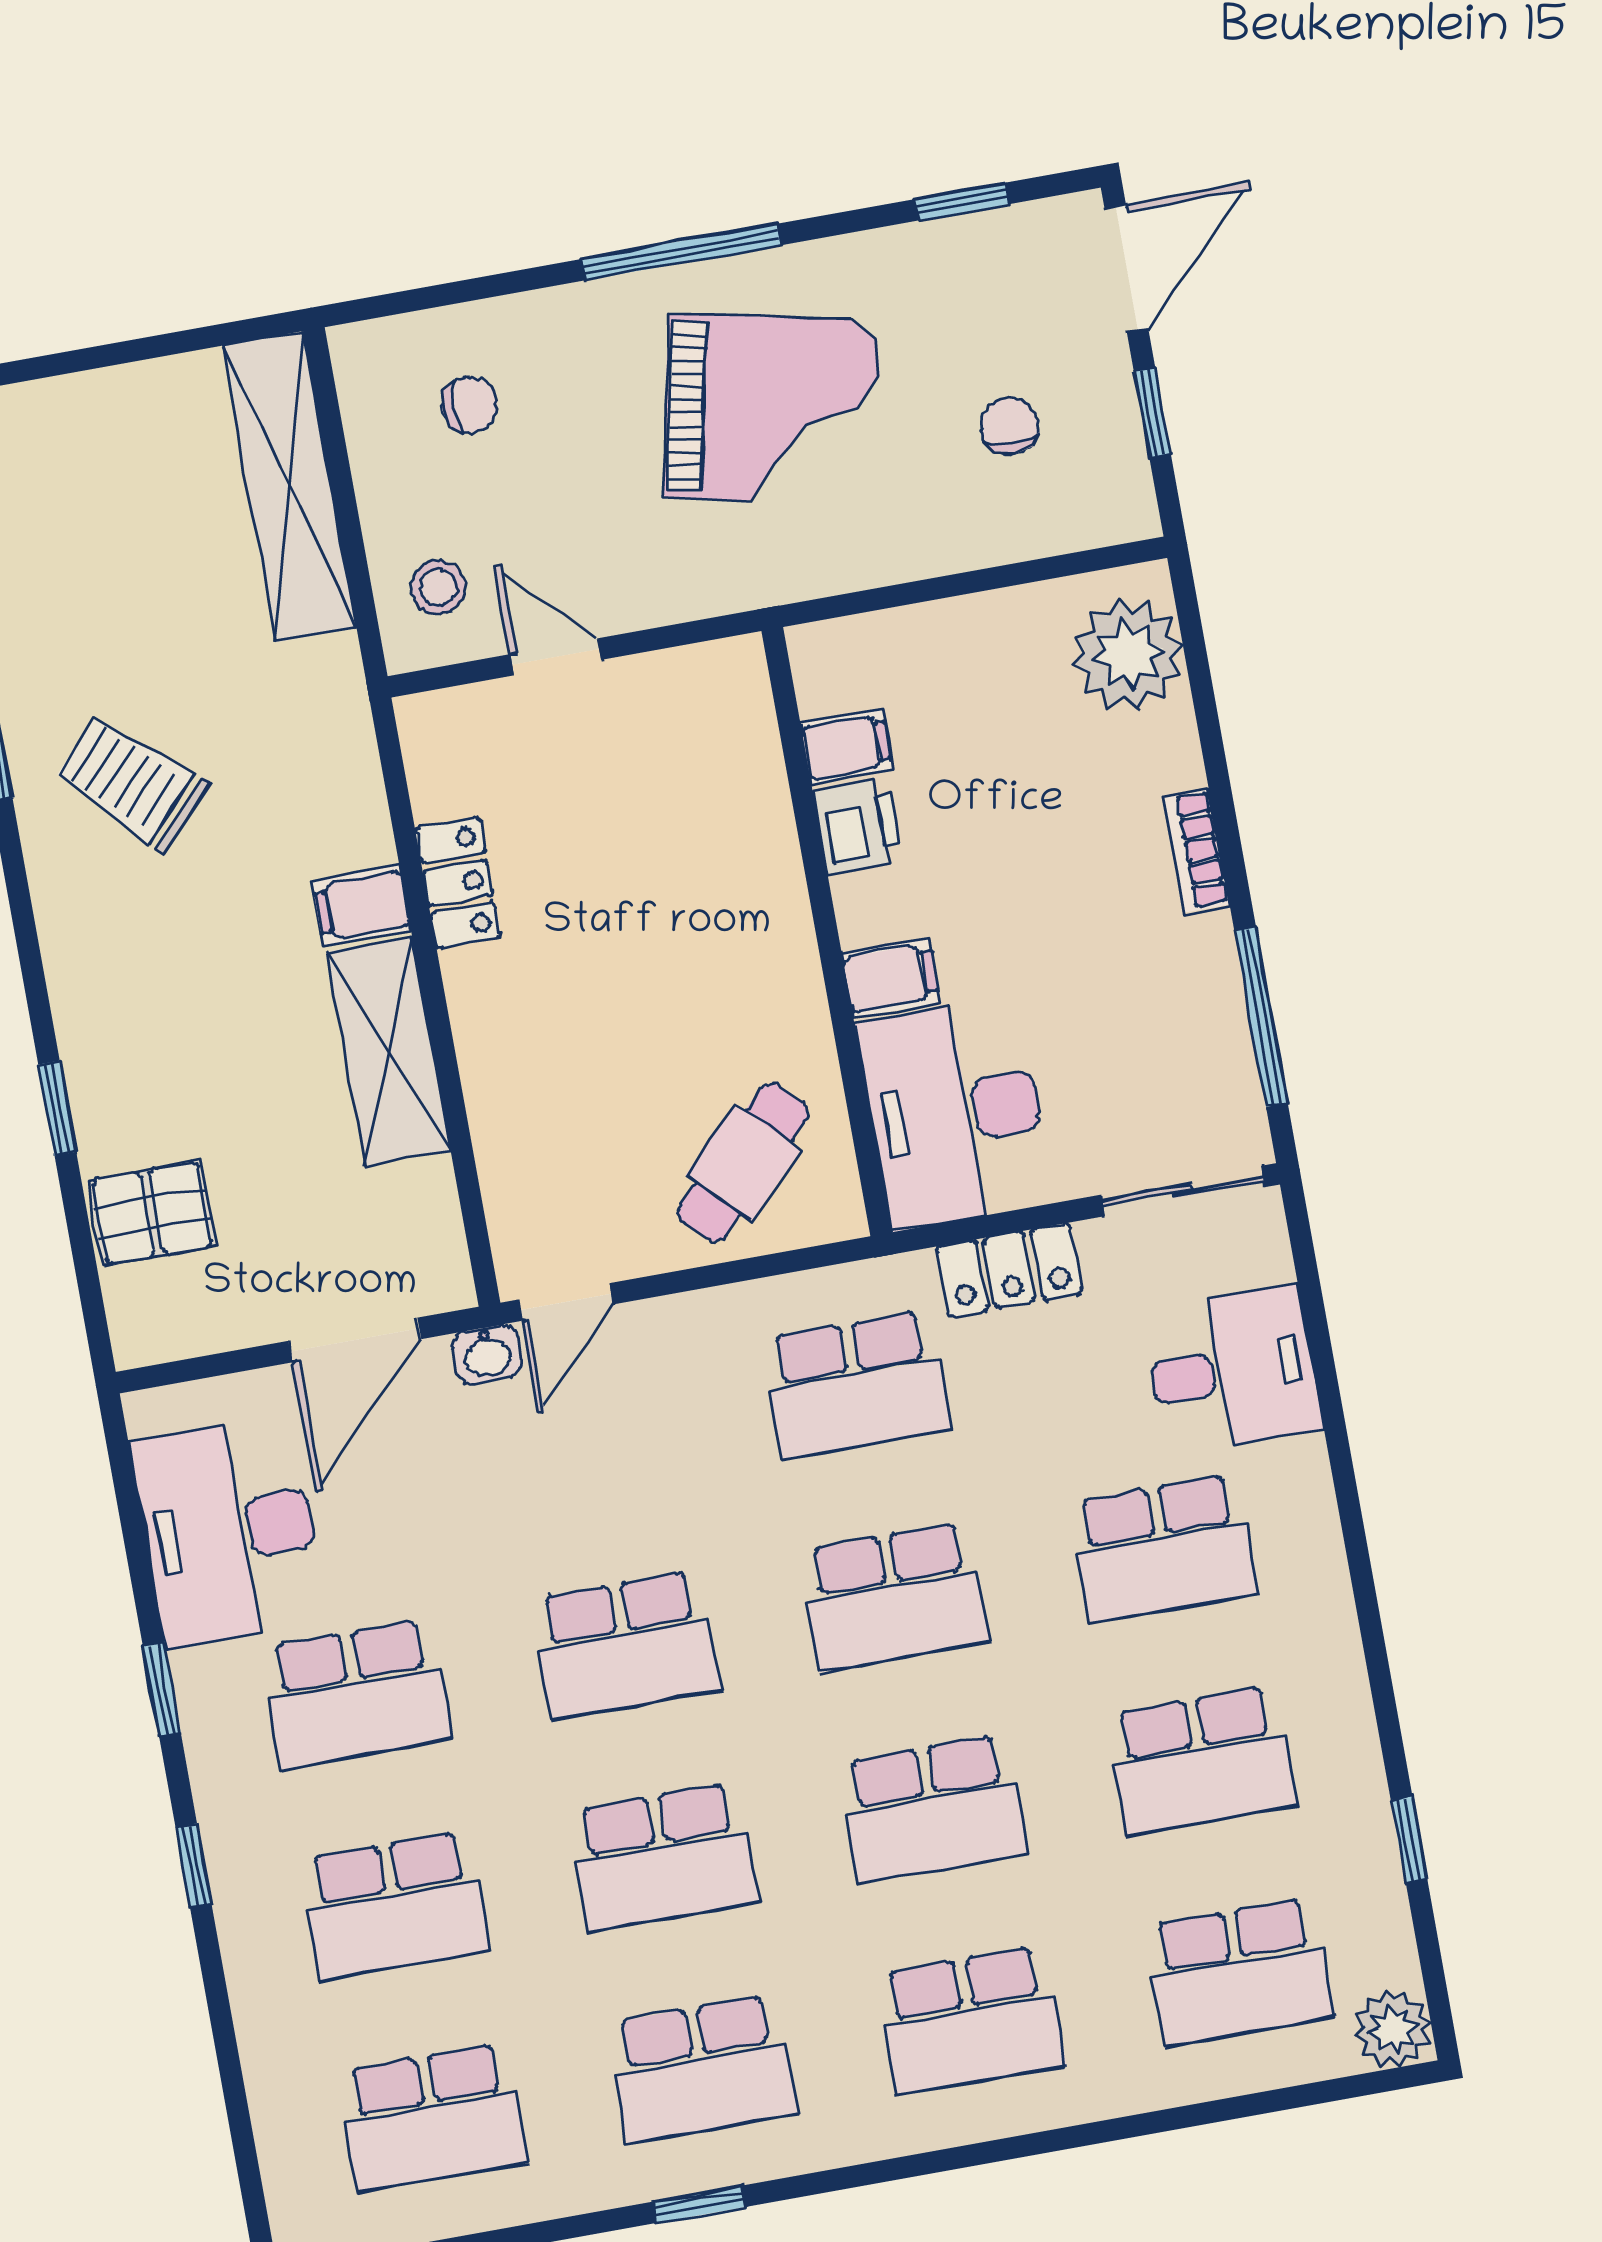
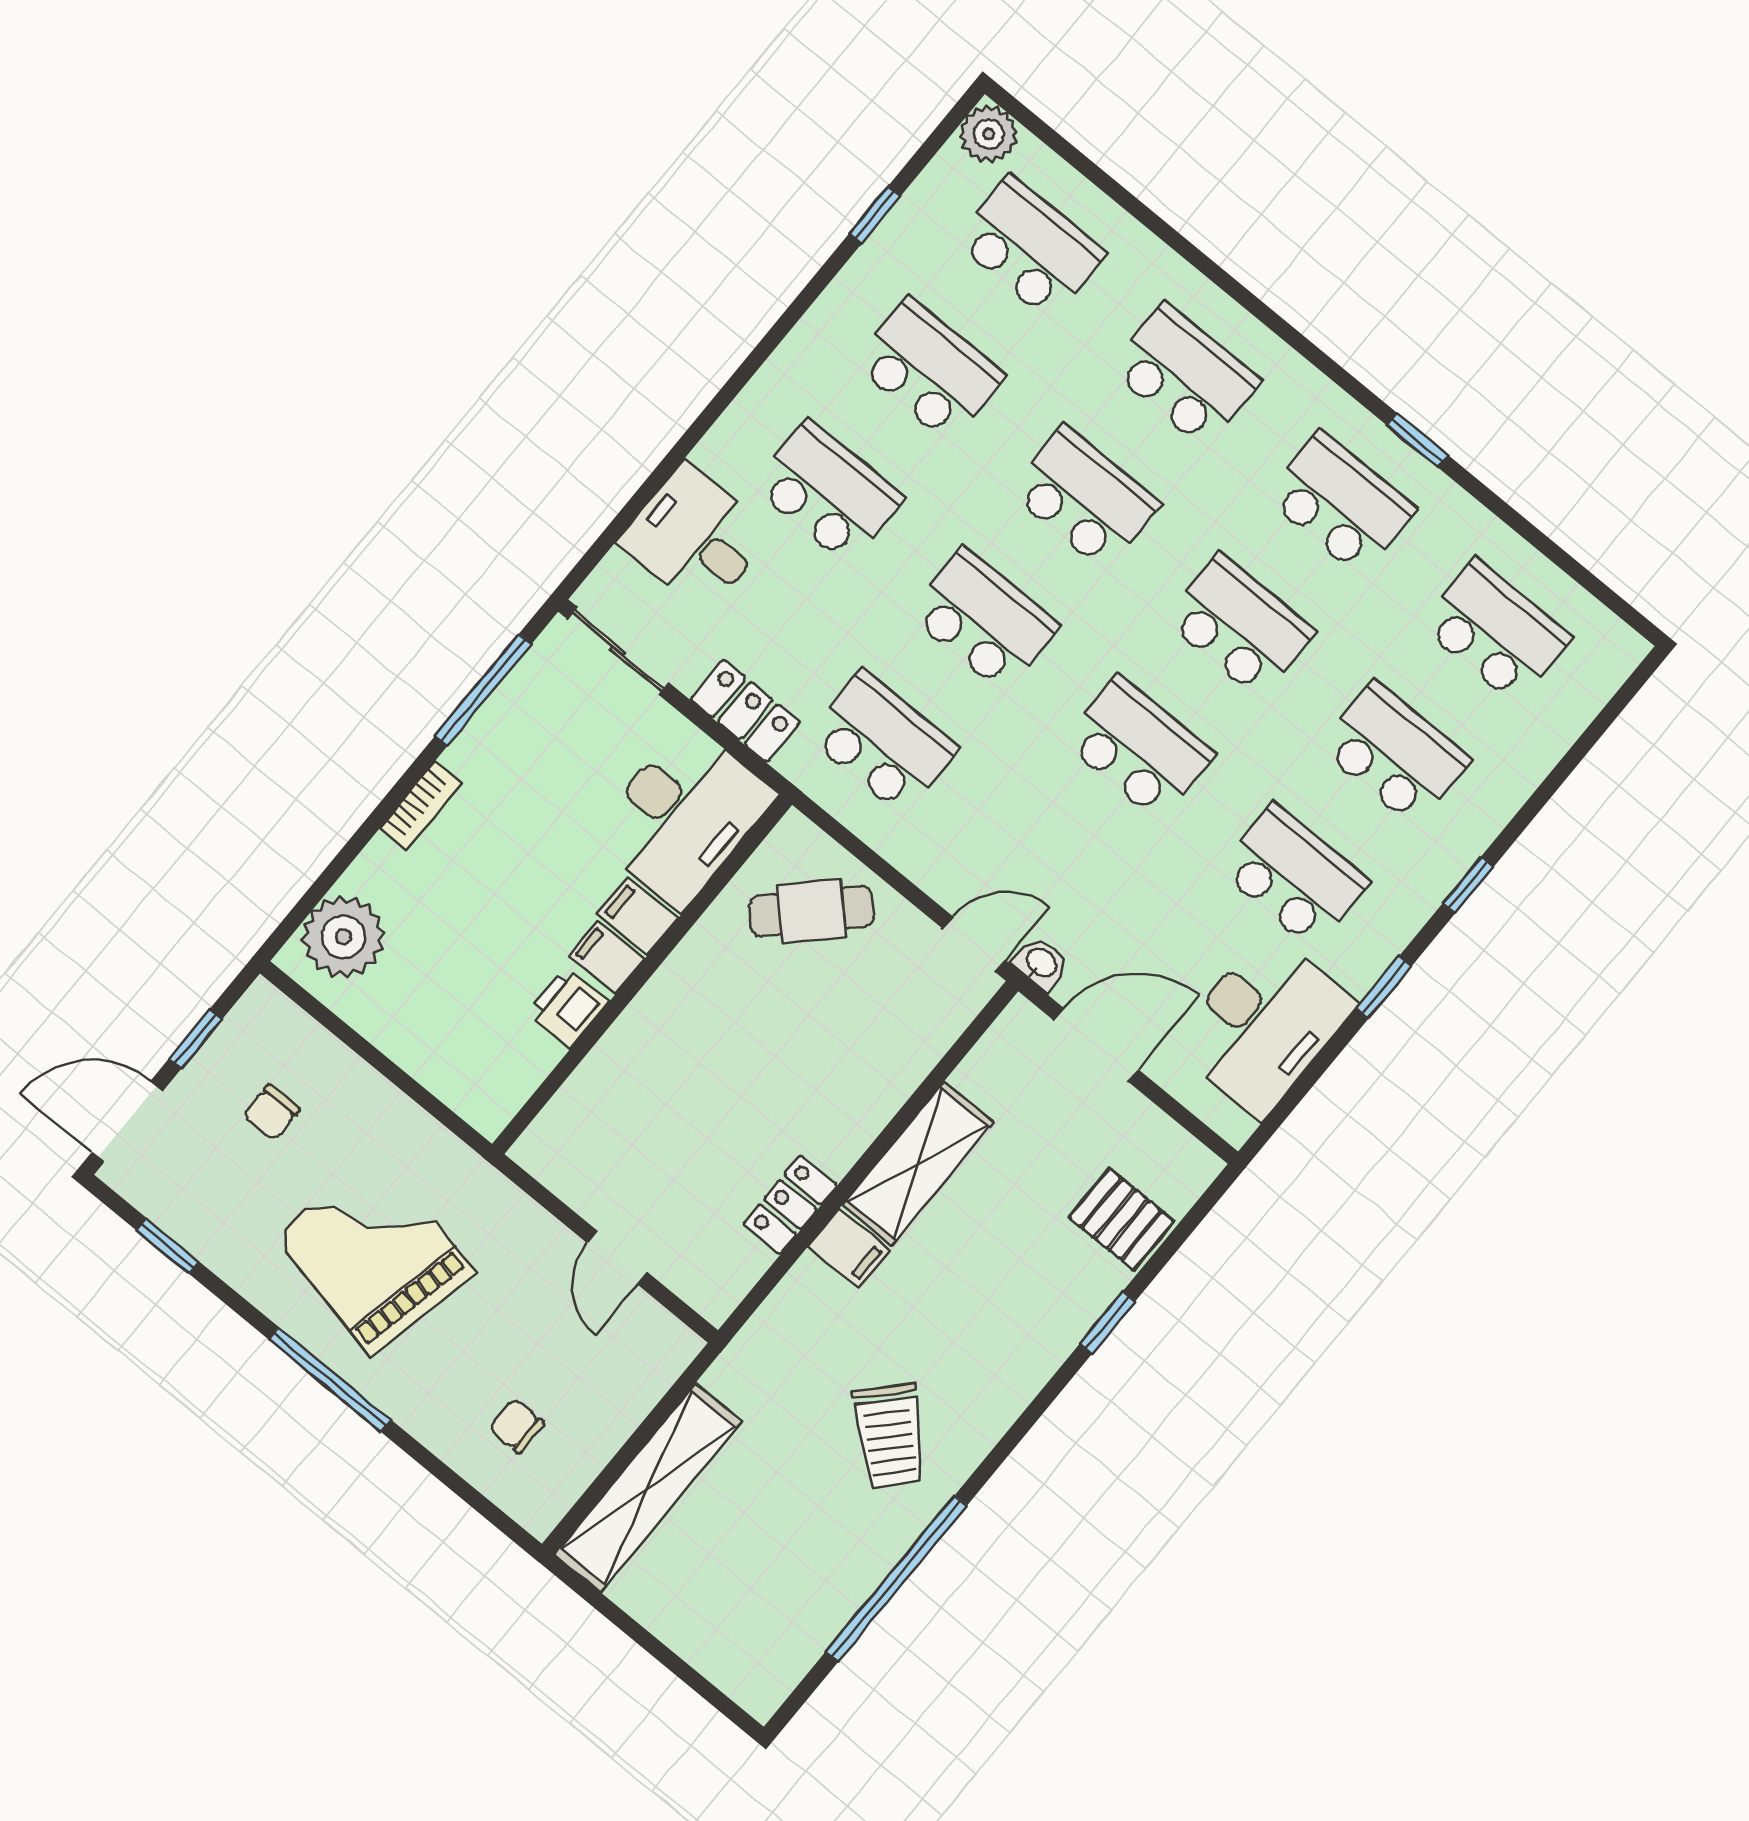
stool: (438, 587) -> (634, 1356), removed
filing cabinet: (847, 747) -> (606, 957), moved

